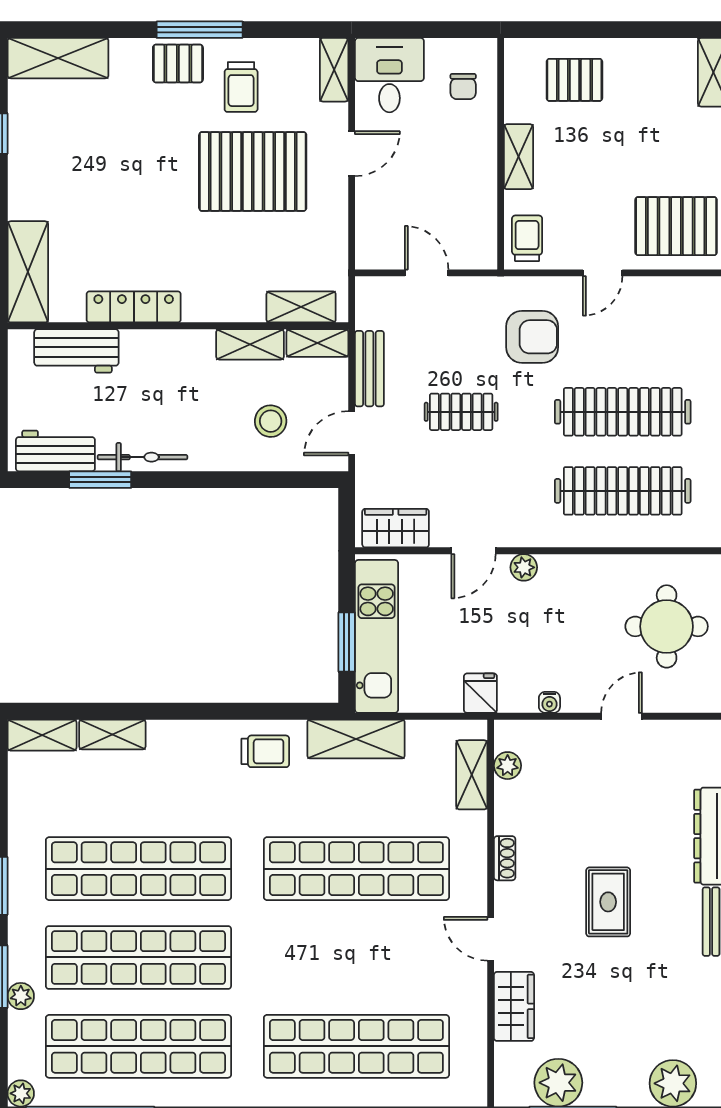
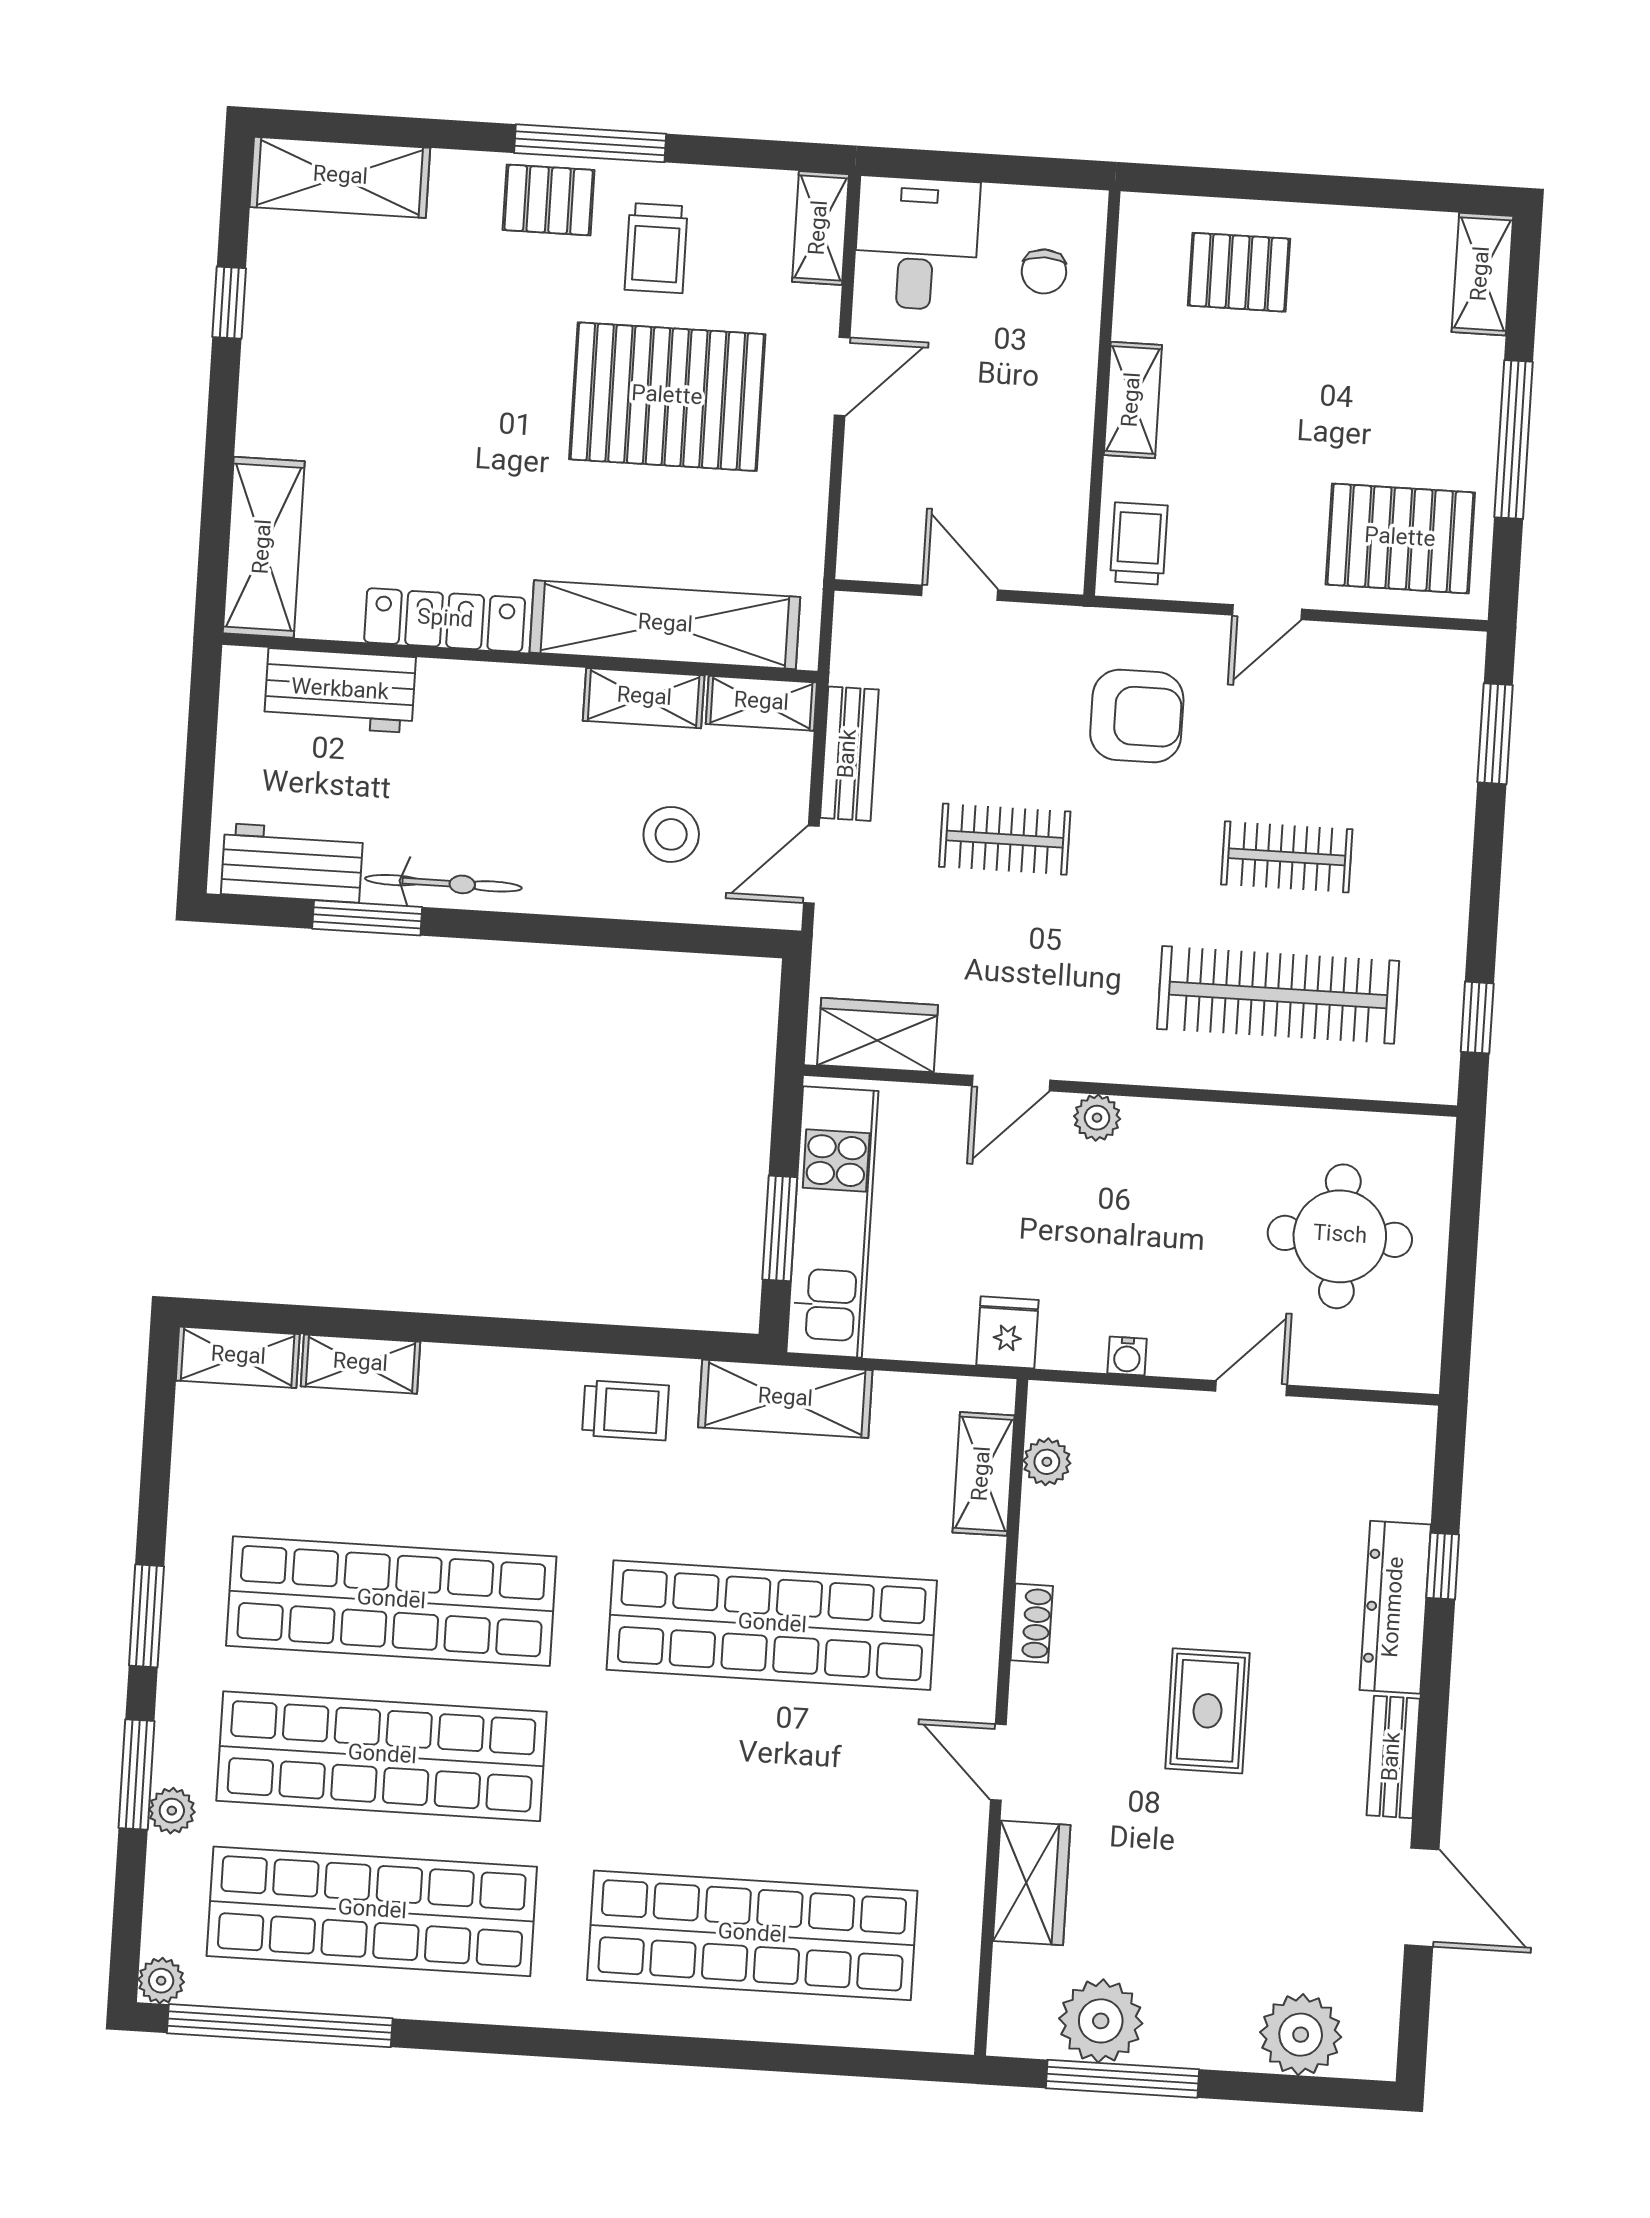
shelving: (301, 307) -> (665, 625), width x2.20, depth x1.33
clothes rail: (623, 412) -> (1287, 857), width x0.54, depth x0.76

